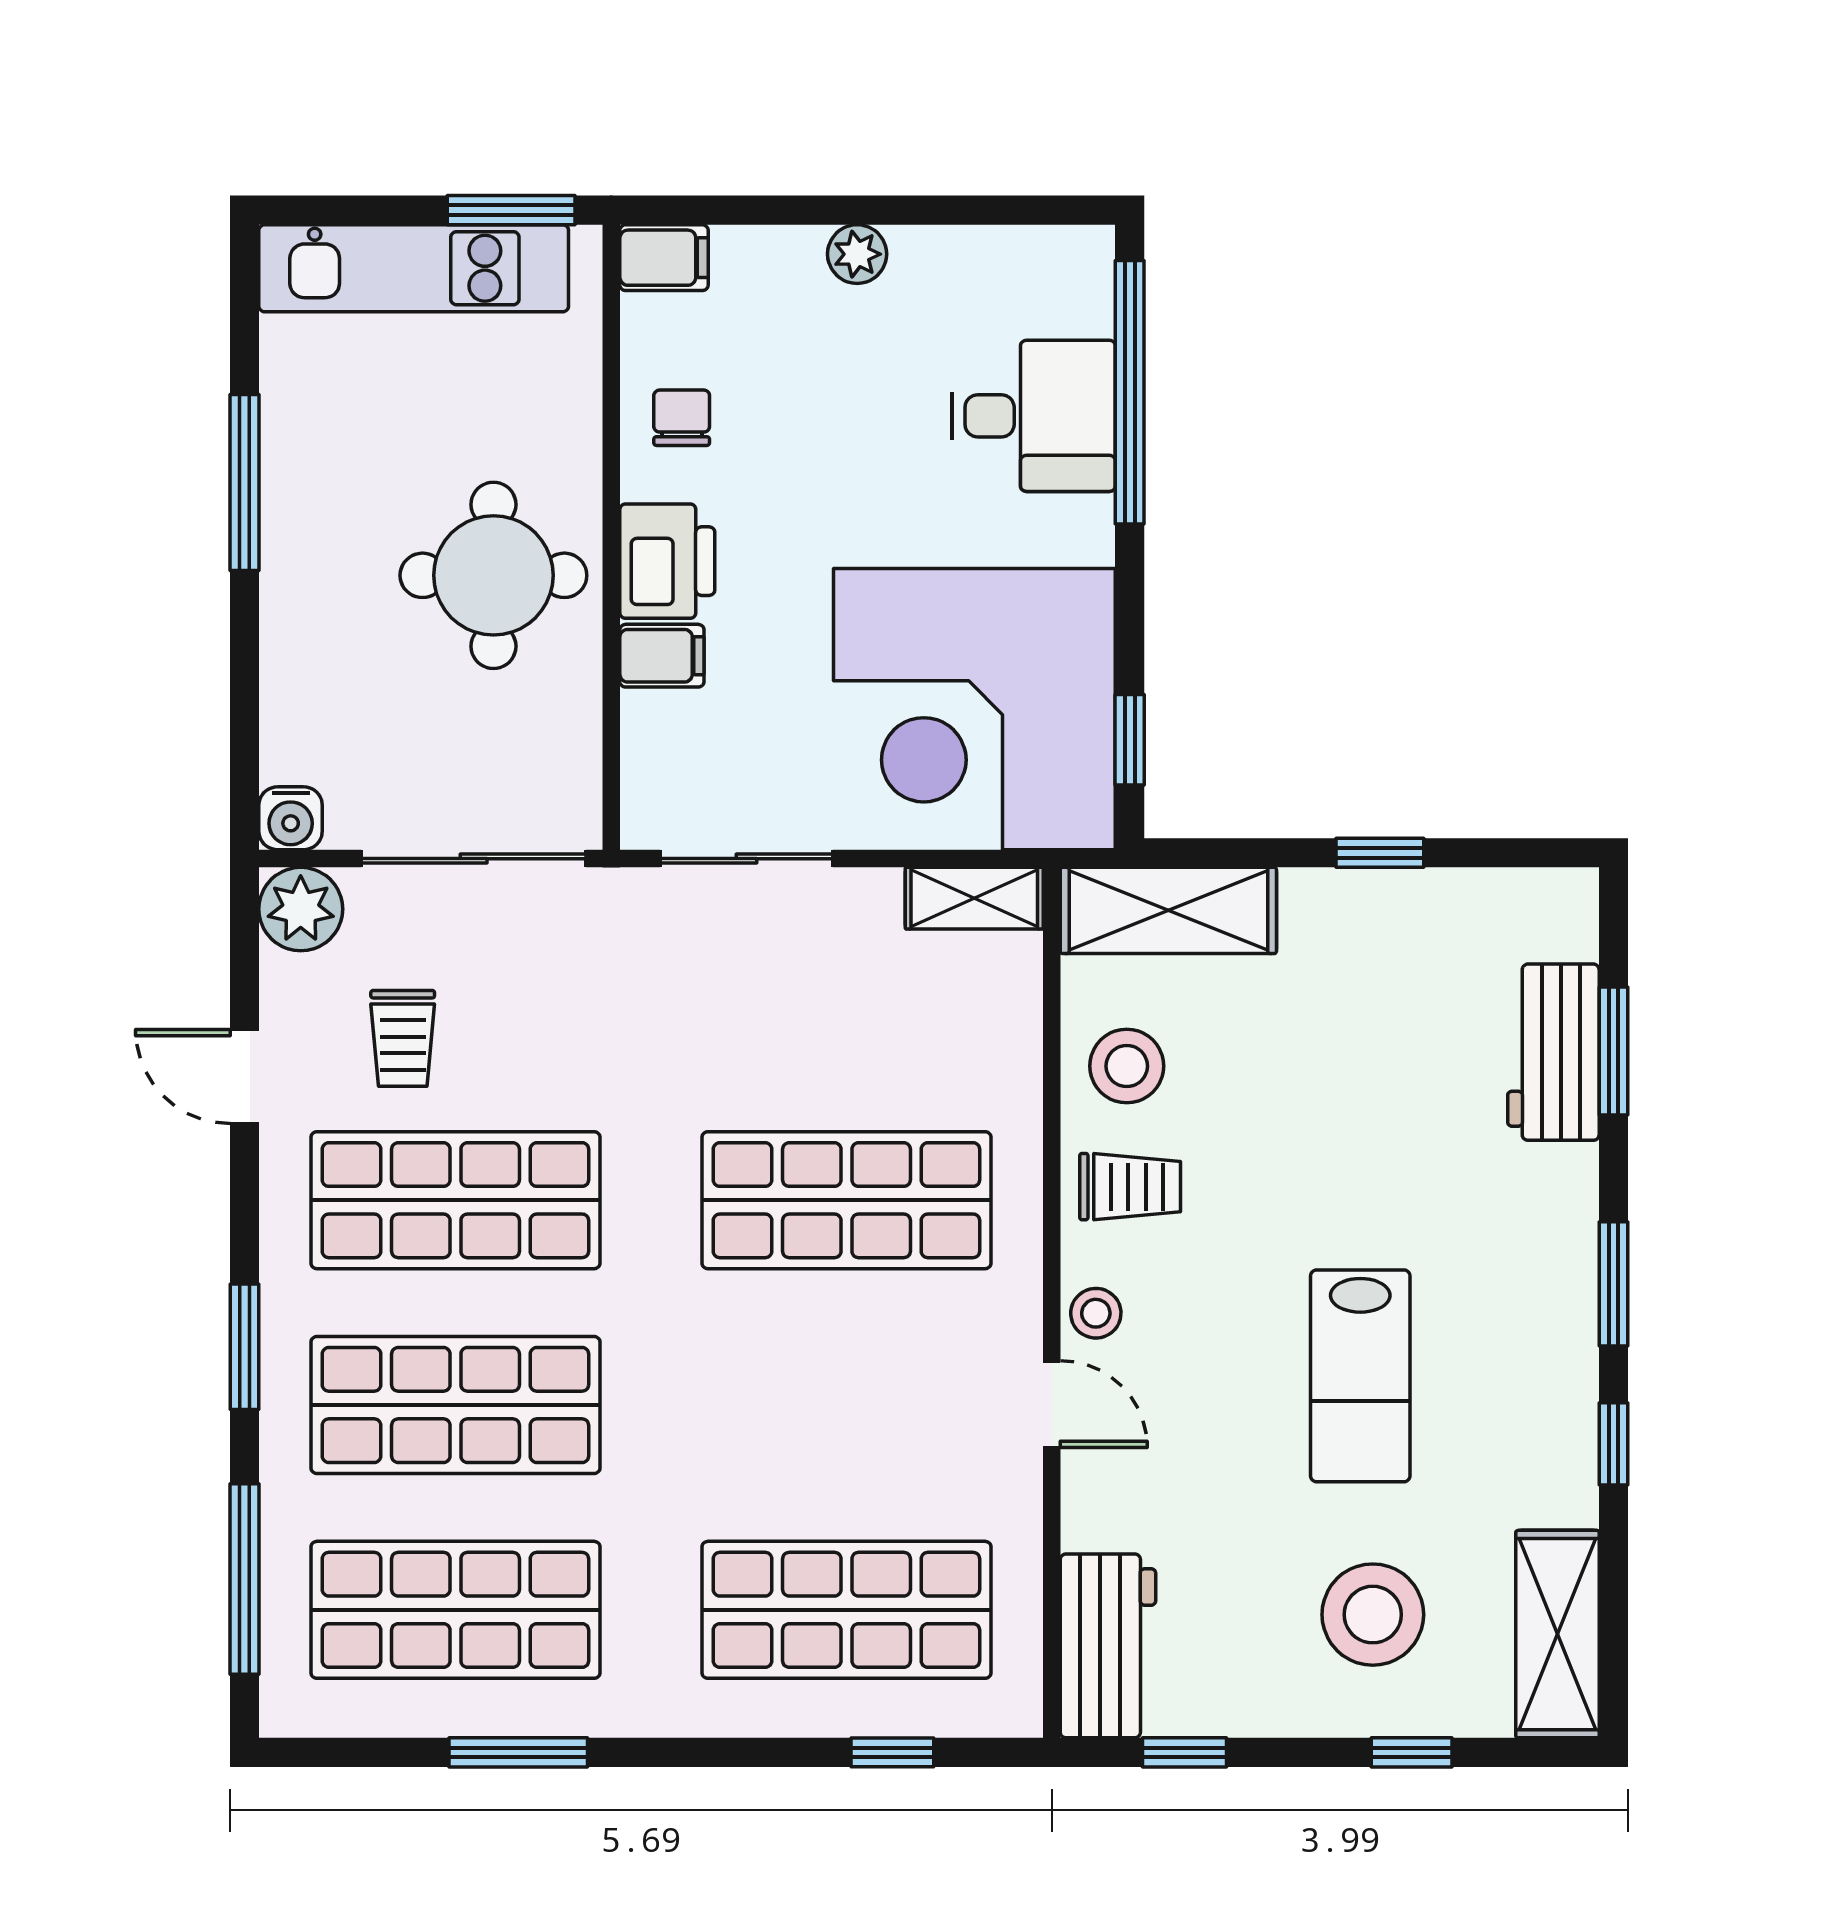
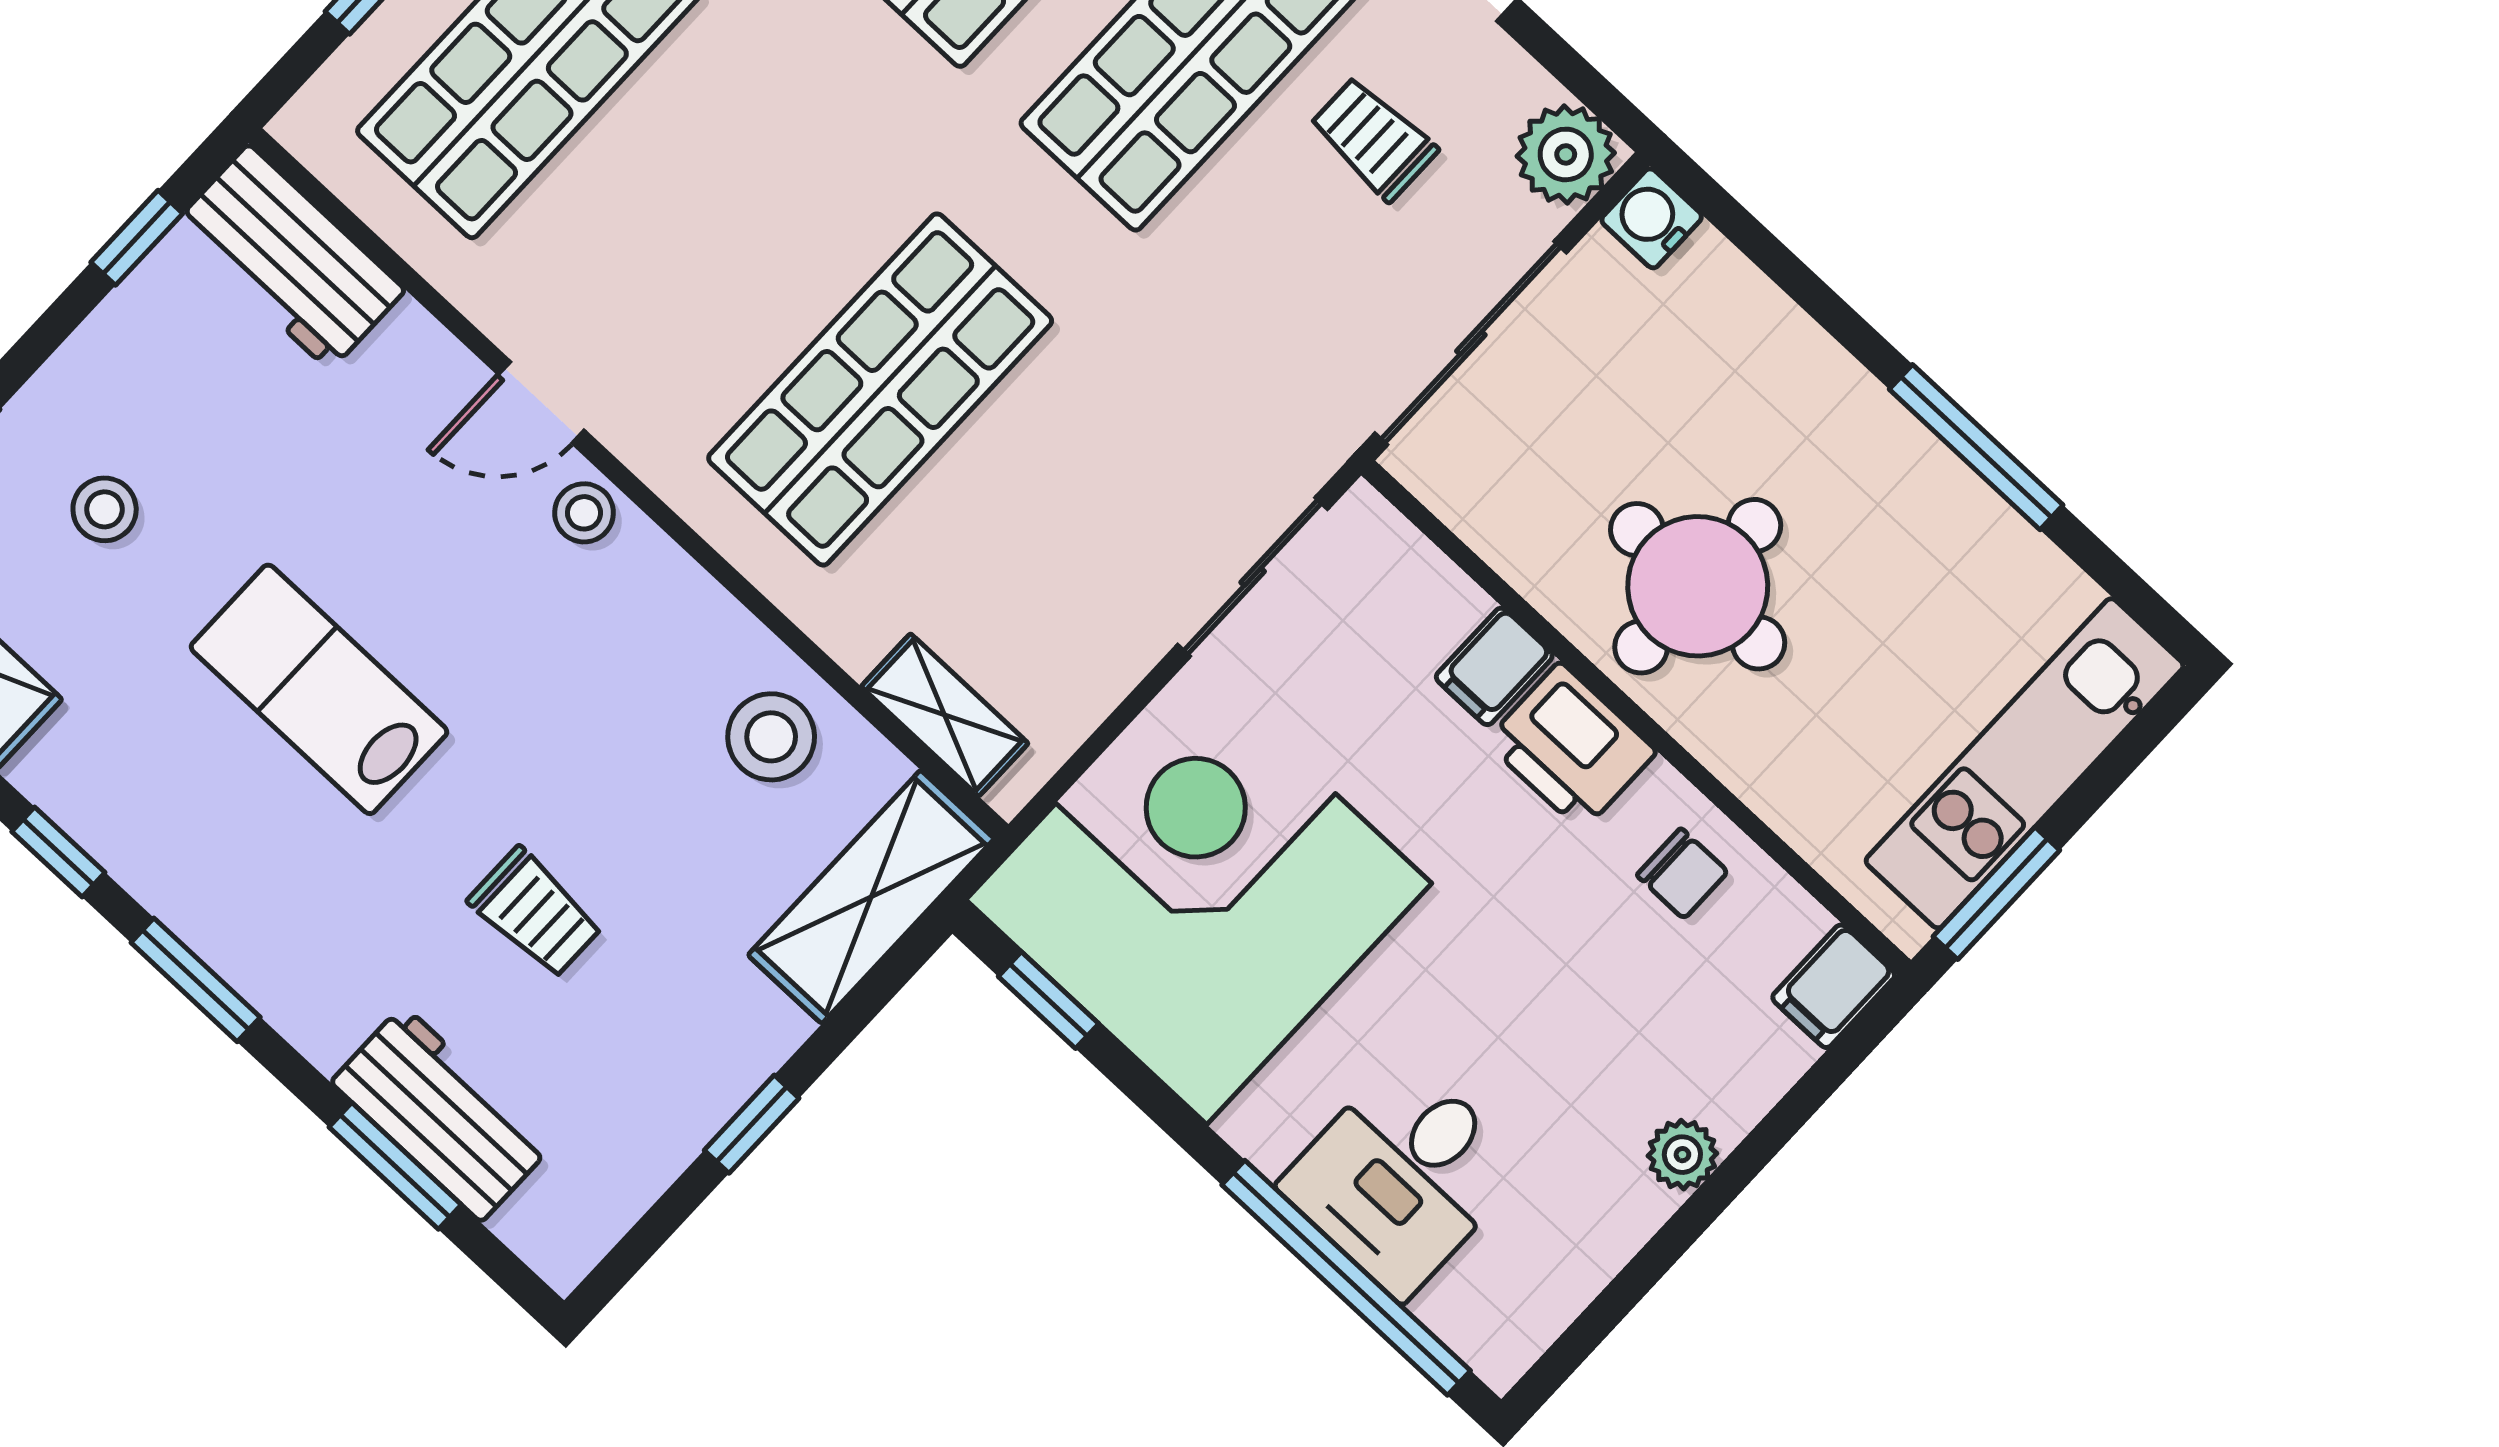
shelving: (974, 898) -> (945, 715), moved, turned 90
trolley: (1130, 1187) -> (535, 913), moved, turned -90
stool: (1373, 1615) -> (105, 509), width x0.53, depth x0.53

